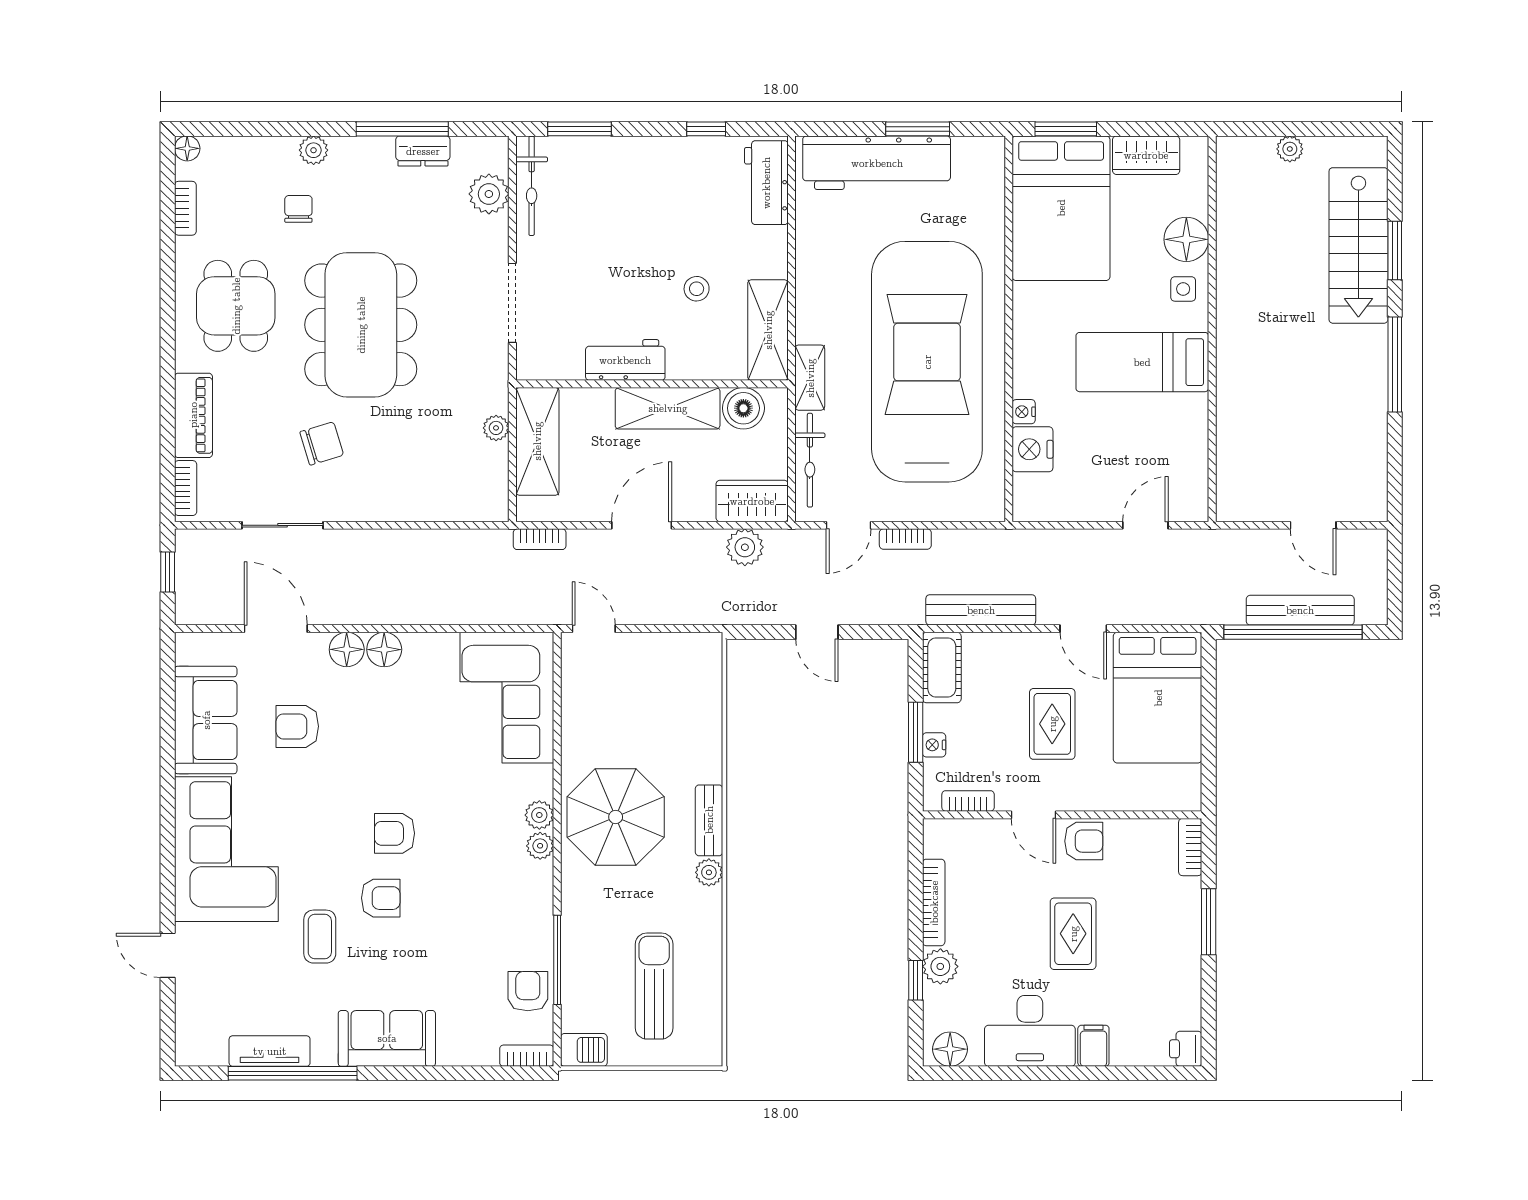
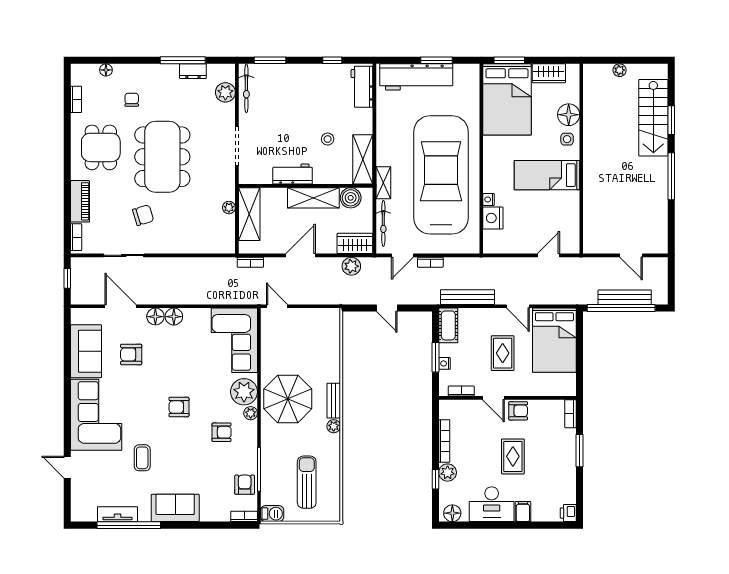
floor lamp: (187, 148) -> (106, 70), moved
plant: (314, 150) -> (139, 71), removed
plant: (539, 815) -> (244, 392), width x1.88, depth x1.88
armchair: (381, 898) -> (222, 432), moved

